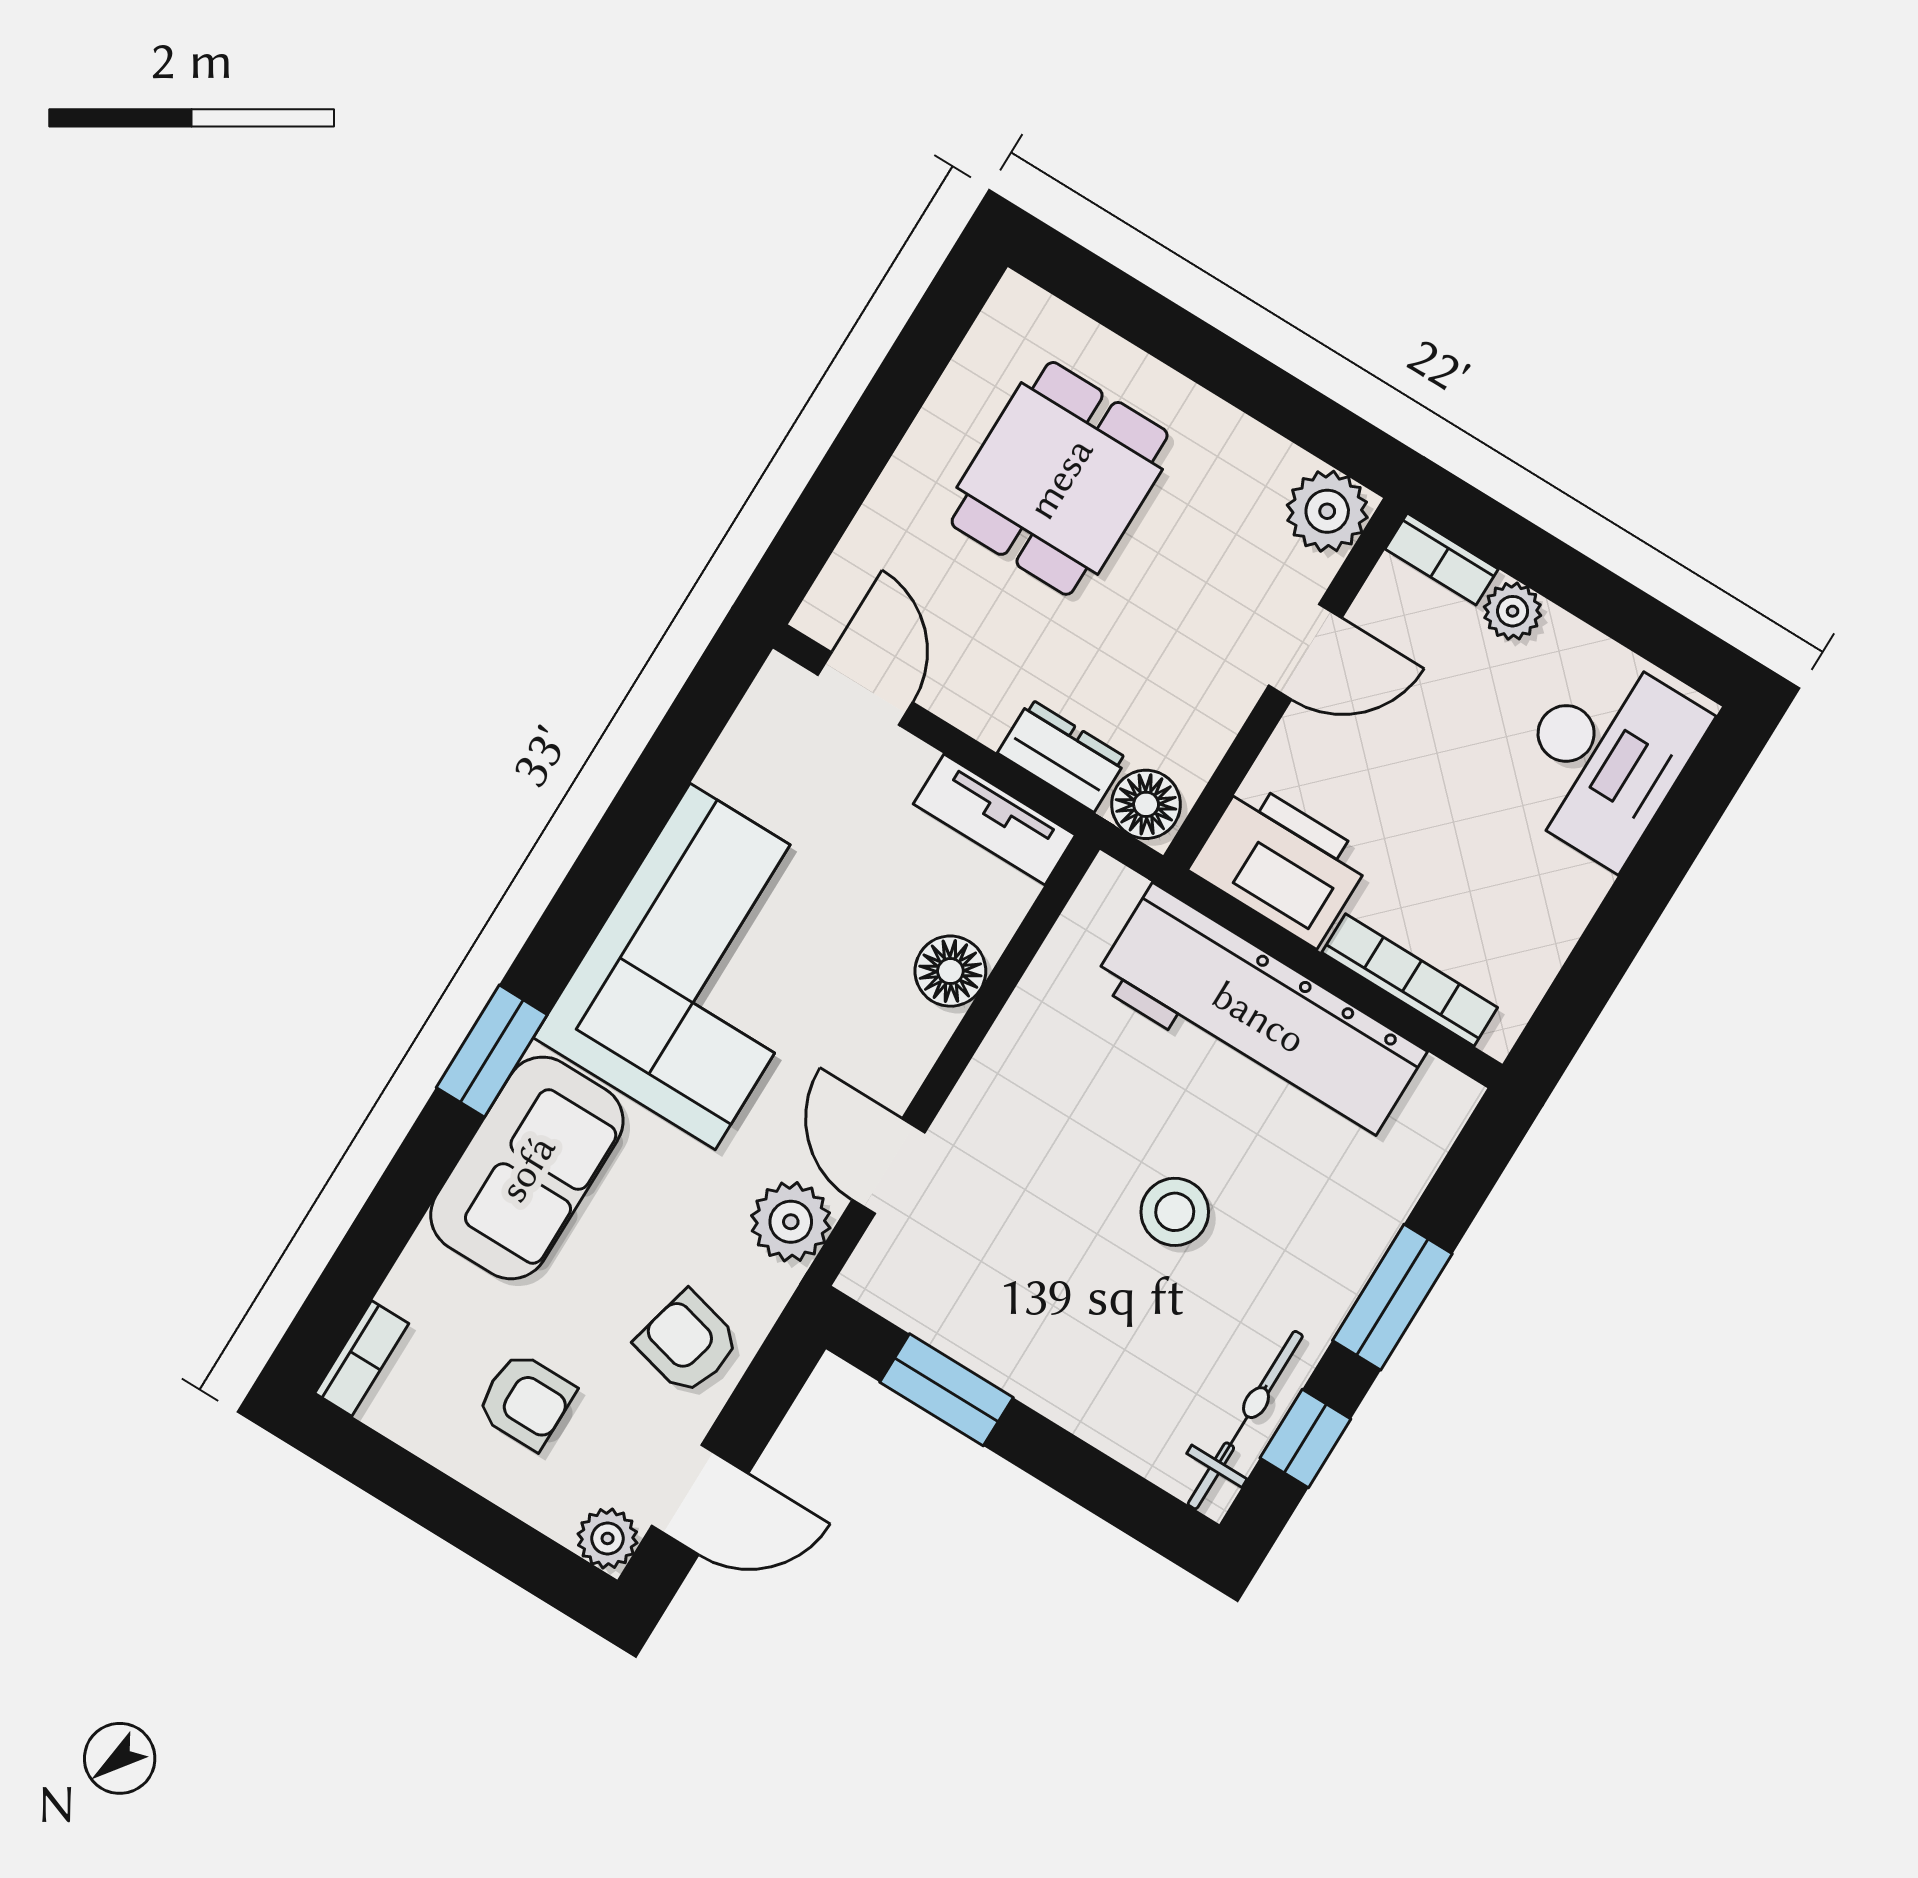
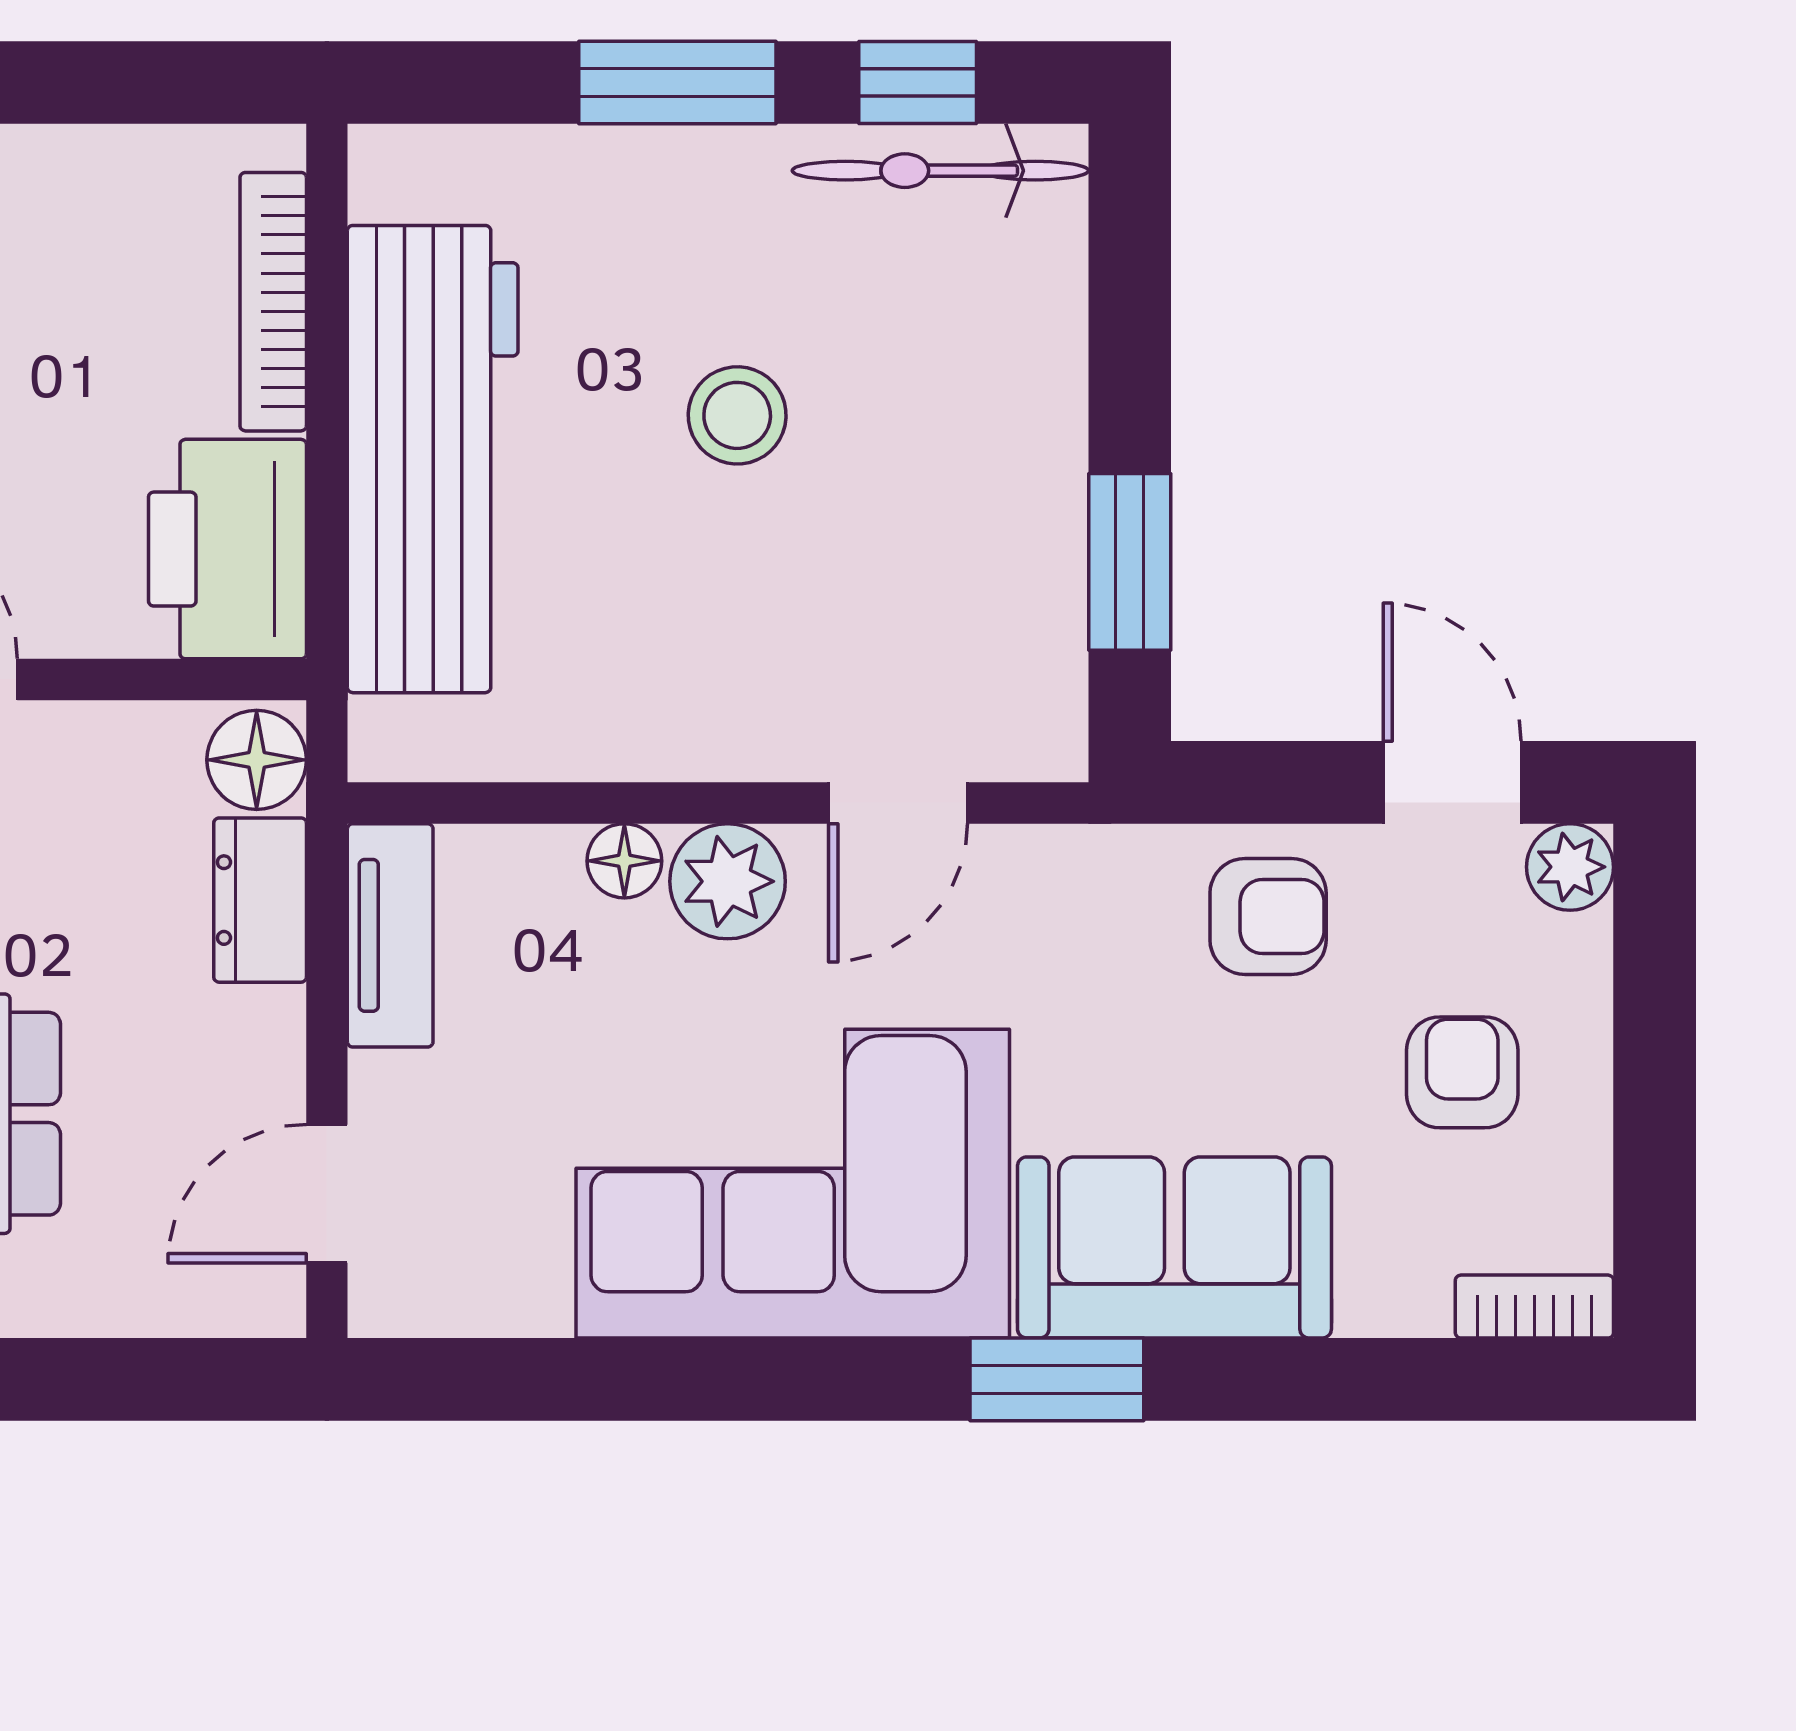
floor lamp: (950, 971) -> (624, 861), width x0.73, depth x0.73
plant: (791, 1222) -> (728, 881), moved
armchair: (688, 1343) -> (1268, 916), turned -104

